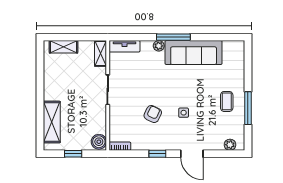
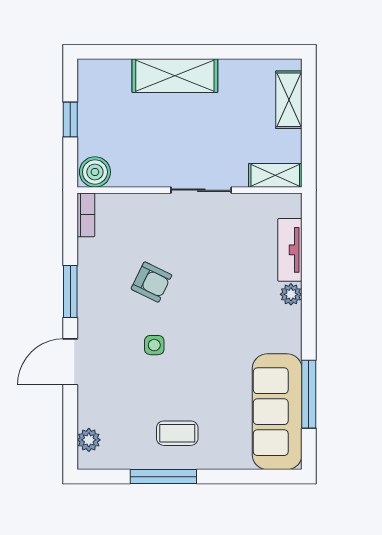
window: (173, 37) -> (309, 394), moved
tv unit: (124, 46) -> (290, 250), moved
sofa: (194, 53) -> (277, 412), moved
shelving: (52, 122) -> (175, 76), moved
window: (157, 154) -> (70, 292), width x1.50

